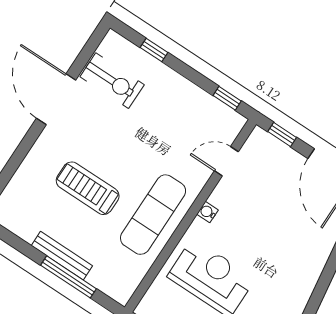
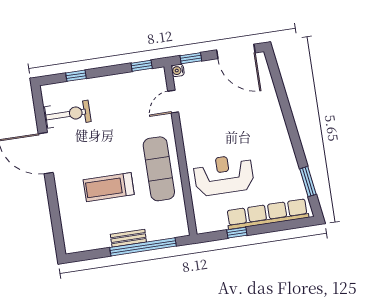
water cooler: (207, 212) -> (178, 70), moved
bench: (62, 256) -> (128, 238), width x0.73
window: (68, 277) -> (143, 247), width x1.46

